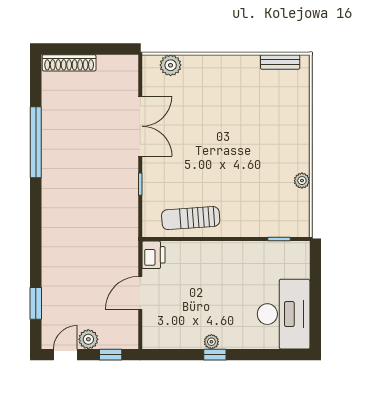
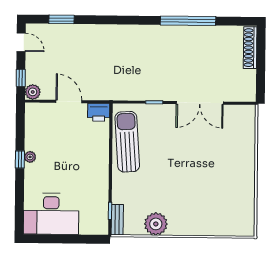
bench: (280, 62) -> (117, 220), moved
plant: (171, 65) -> (247, 127), removed
plant: (302, 181) -> (156, 224), width x1.88, depth x1.88
sun lounger: (191, 218) -> (127, 142), width x1.36, depth x1.34
plant: (88, 339) -> (33, 92), moved

